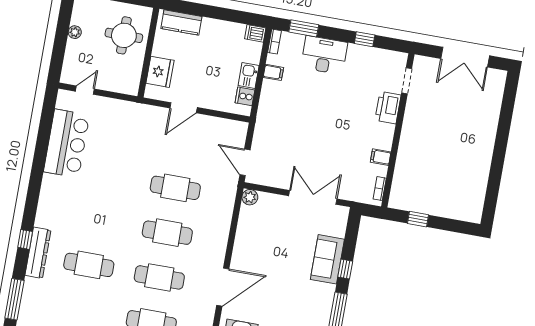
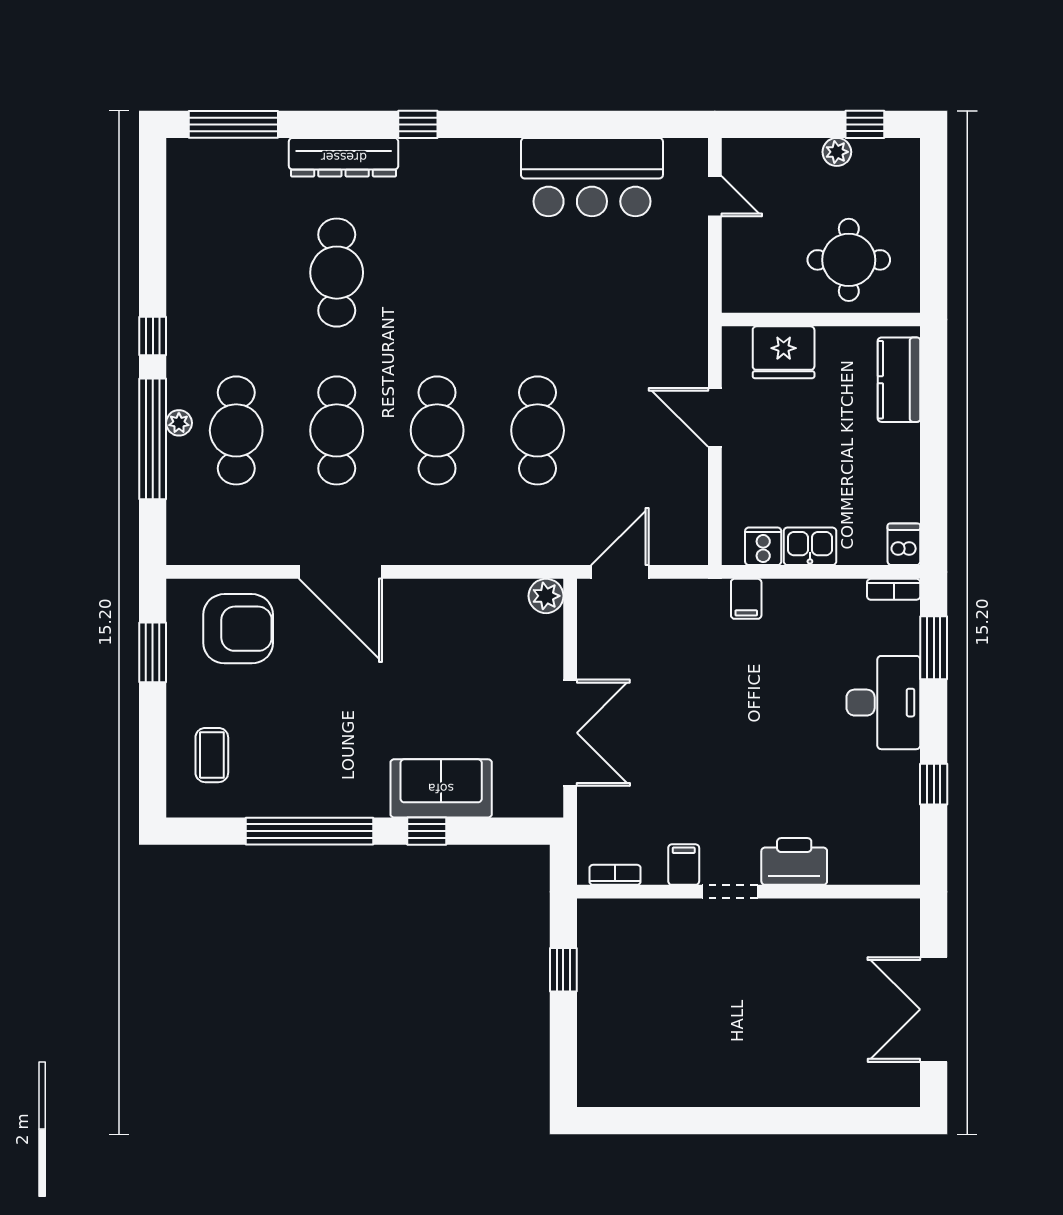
window: (65, 17) -> (865, 124), added
filing cabinet: (273, 72) -> (746, 599), moved
doorway: (407, 81) -> (730, 892), moved
window: (25, 239) -> (418, 124), moved

